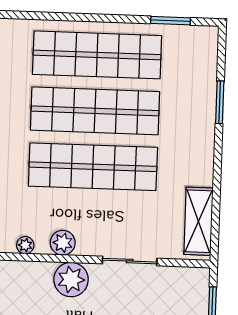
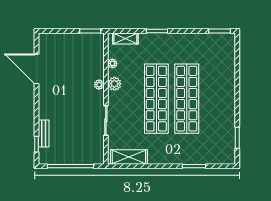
shop shelf: (97, 55) -> (217, 99), removed
plant: (71, 280) -> (99, 85), width x0.53, depth x0.53

